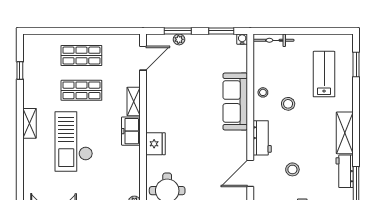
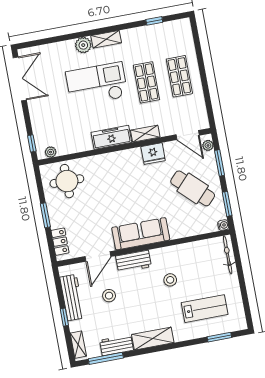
plant: (179, 39) -> (208, 145), moved
cafe table: (199, 63) -> (193, 188), added
stool: (263, 92) -> (177, 254), removed
sofa: (235, 101) -> (141, 234), moved
freezer: (131, 131) -> (111, 137), width x1.40
fridge: (156, 144) -> (153, 154), moved
plant: (31, 148) -> (83, 45), added
door: (250, 173) -> (98, 256), swing flipped

